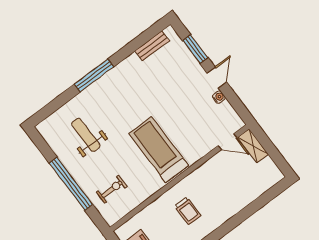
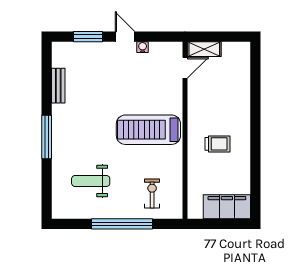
bench: (152, 46) -> (58, 86), moved

